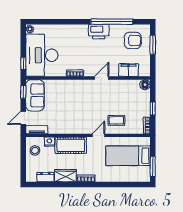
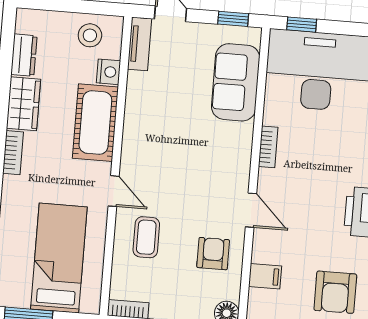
filing cabinet: (128, 70) -> (265, 276), width x0.50
armchair: (121, 92) -> (213, 254), added
sofa: (35, 95) -> (236, 82), moved, turned 90

